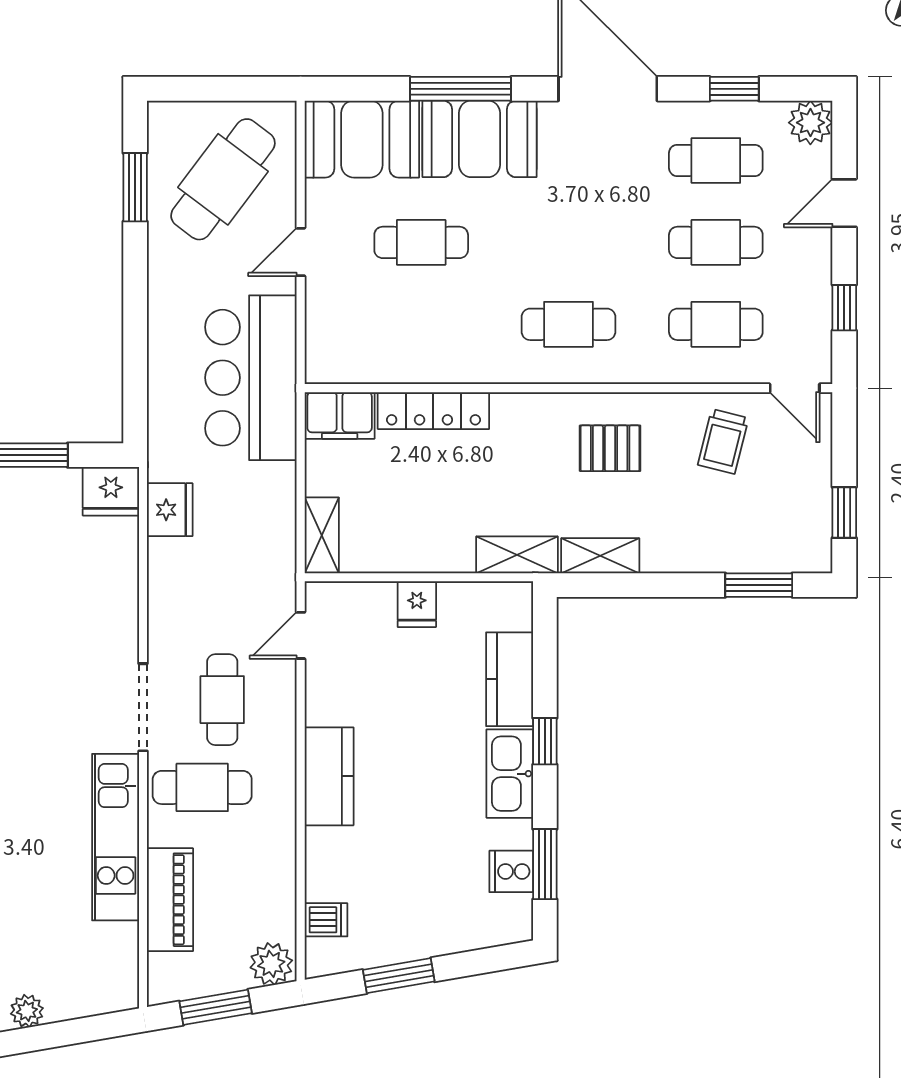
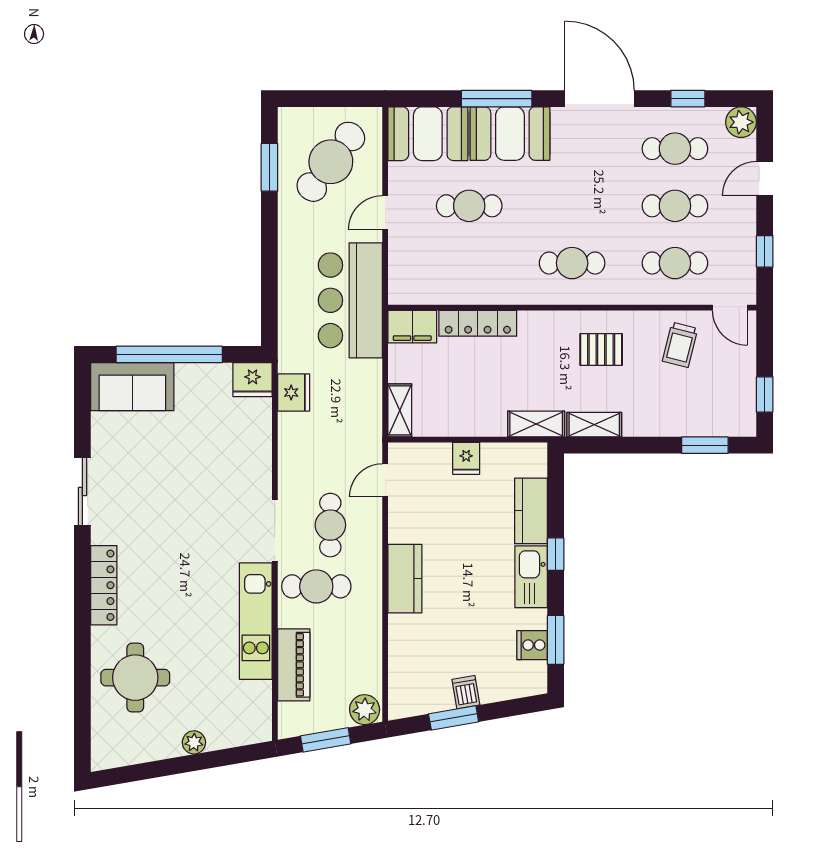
dishwasher: (326, 920) -> (466, 692), moved, turned -100

